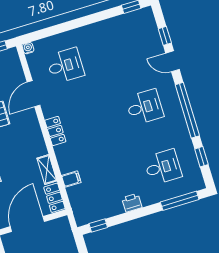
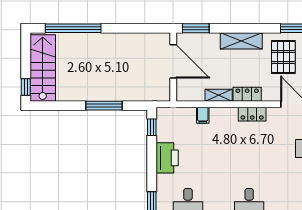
locker: (54, 198) -> (247, 94), moved
printer: (132, 203) -> (167, 158), width x1.87, depth x1.48

